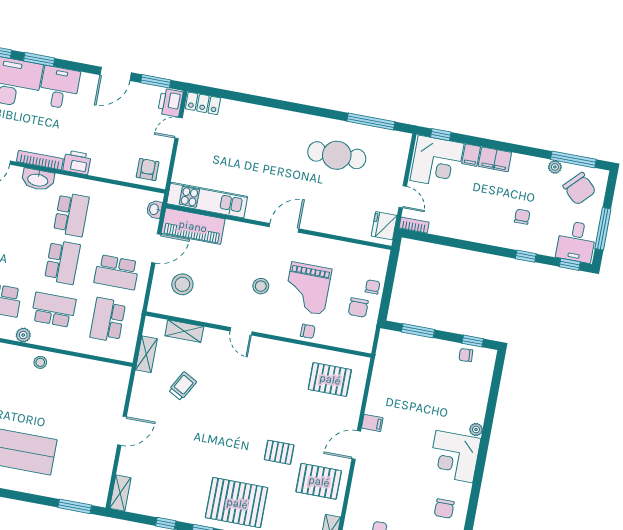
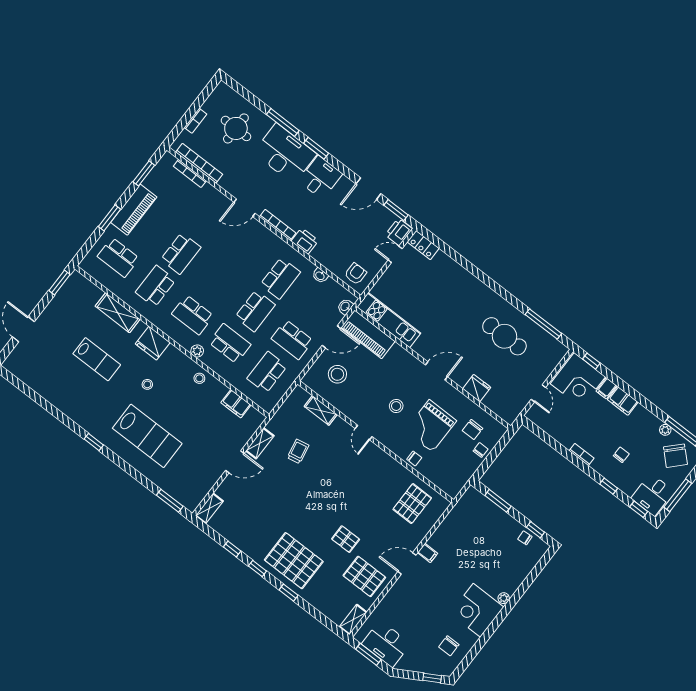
washbasin: (38, 180) -> (320, 276), moved, width x0.52, depth x0.69
bookcase: (414, 225) -> (582, 454), moved
fridge: (384, 226) -> (477, 388), moved, turned 90
chair: (358, 308) -> (472, 429), moved
shelving: (146, 354) -> (260, 443), moved
filing cabinet: (92, 370) -> (236, 404), added
pallet: (330, 379) -> (412, 504), turned 90
trolley: (182, 386) -> (298, 451), turned -40

